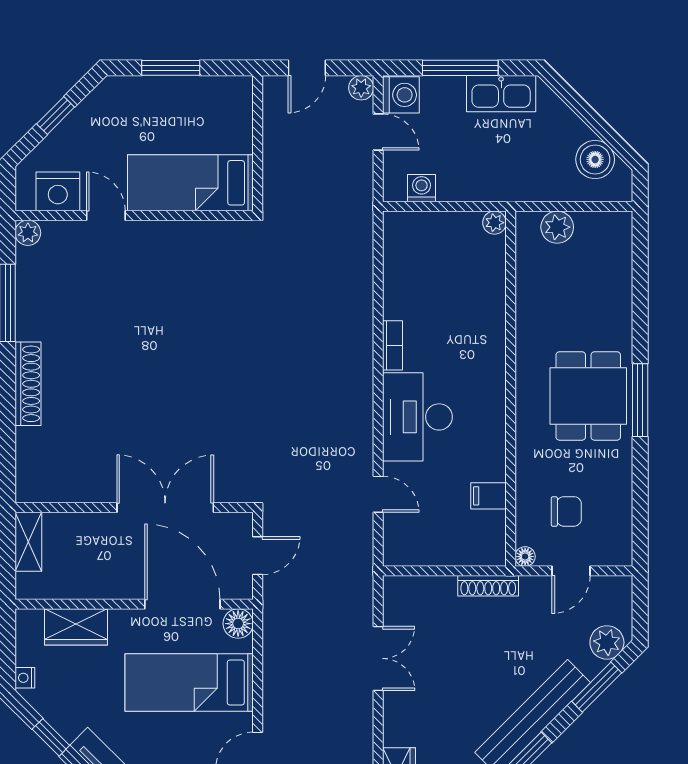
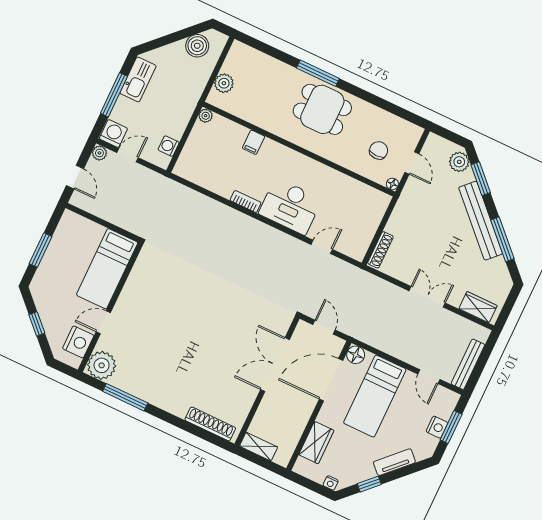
plant: (28, 233) -> (102, 365), width x1.88, depth x1.88
shoe rack: (28, 384) -> (210, 424), moved
window: (640, 400) -> (318, 73), moved
filing cabinet: (488, 496) -> (253, 142), moved
shoe rack: (488, 586) -> (380, 250), moved
double door: (378, 658) -> (427, 297), moved

